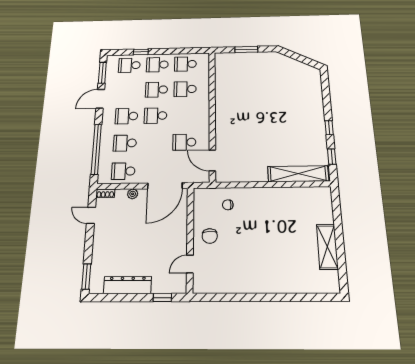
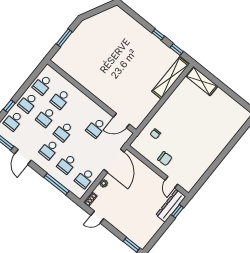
window: (96, 149) -> (57, 184), width x0.68
shelving: (327, 247) -> (202, 81), moved
dresser: (127, 285) -> (171, 206), moved

